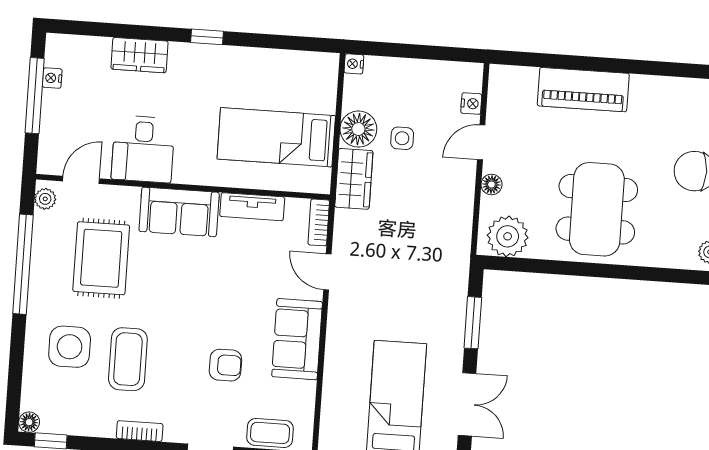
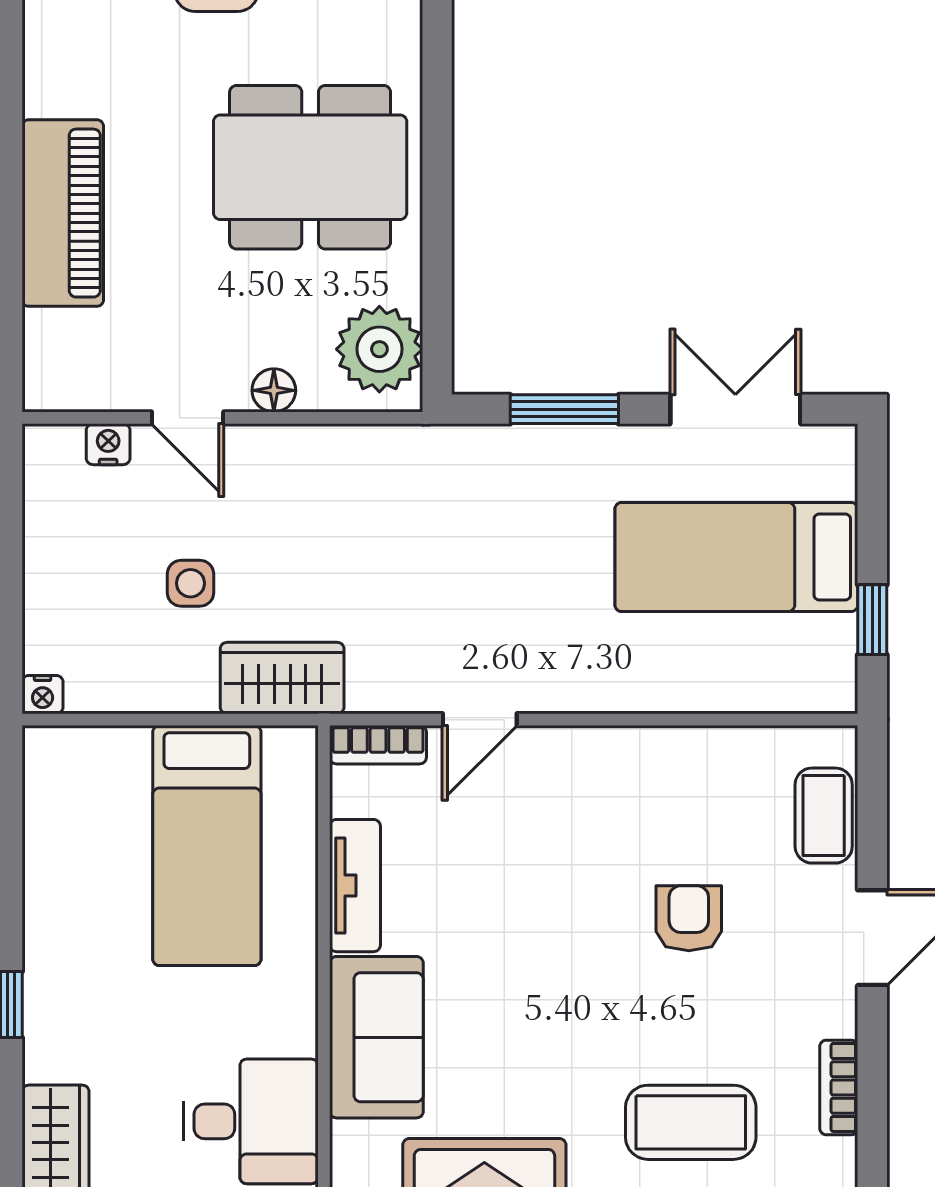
floor lamp: (358, 129) -> (178, 676), removed
sofa: (297, 339) -> (624, 773), removed

